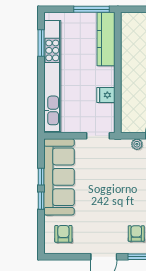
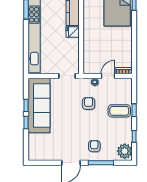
fridge: (106, 95) -> (73, 32), moved
armchair: (63, 234) -> (89, 103), moved

